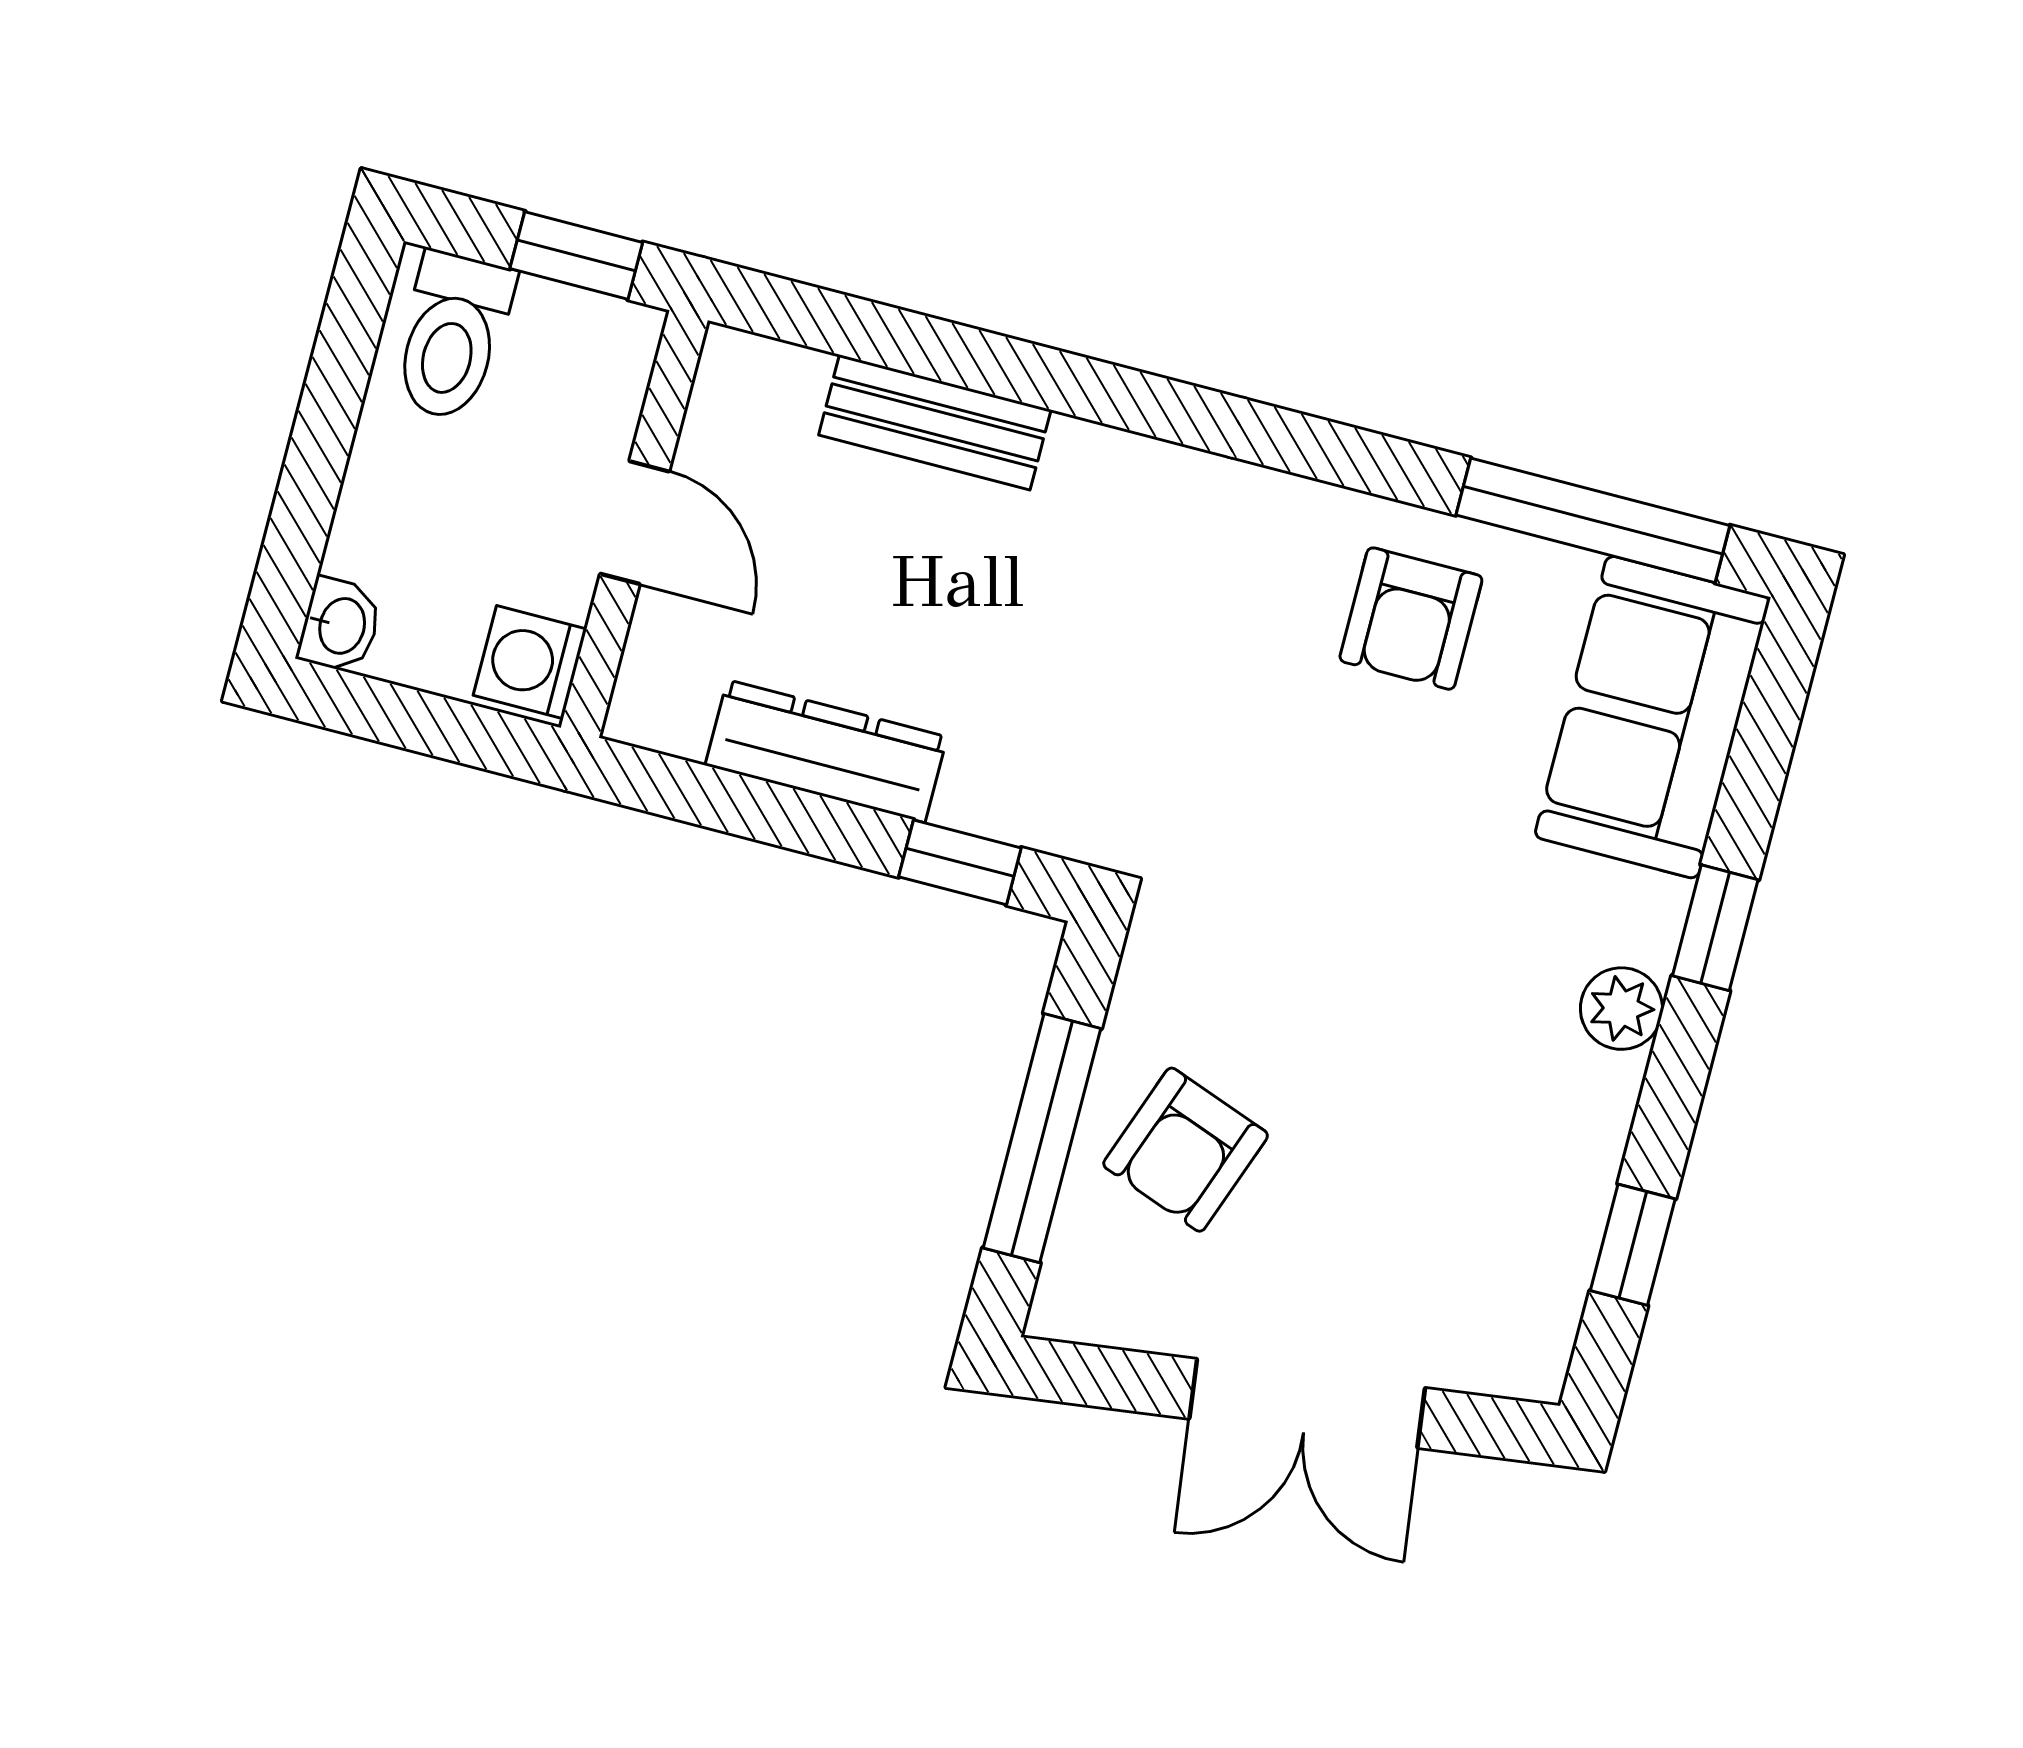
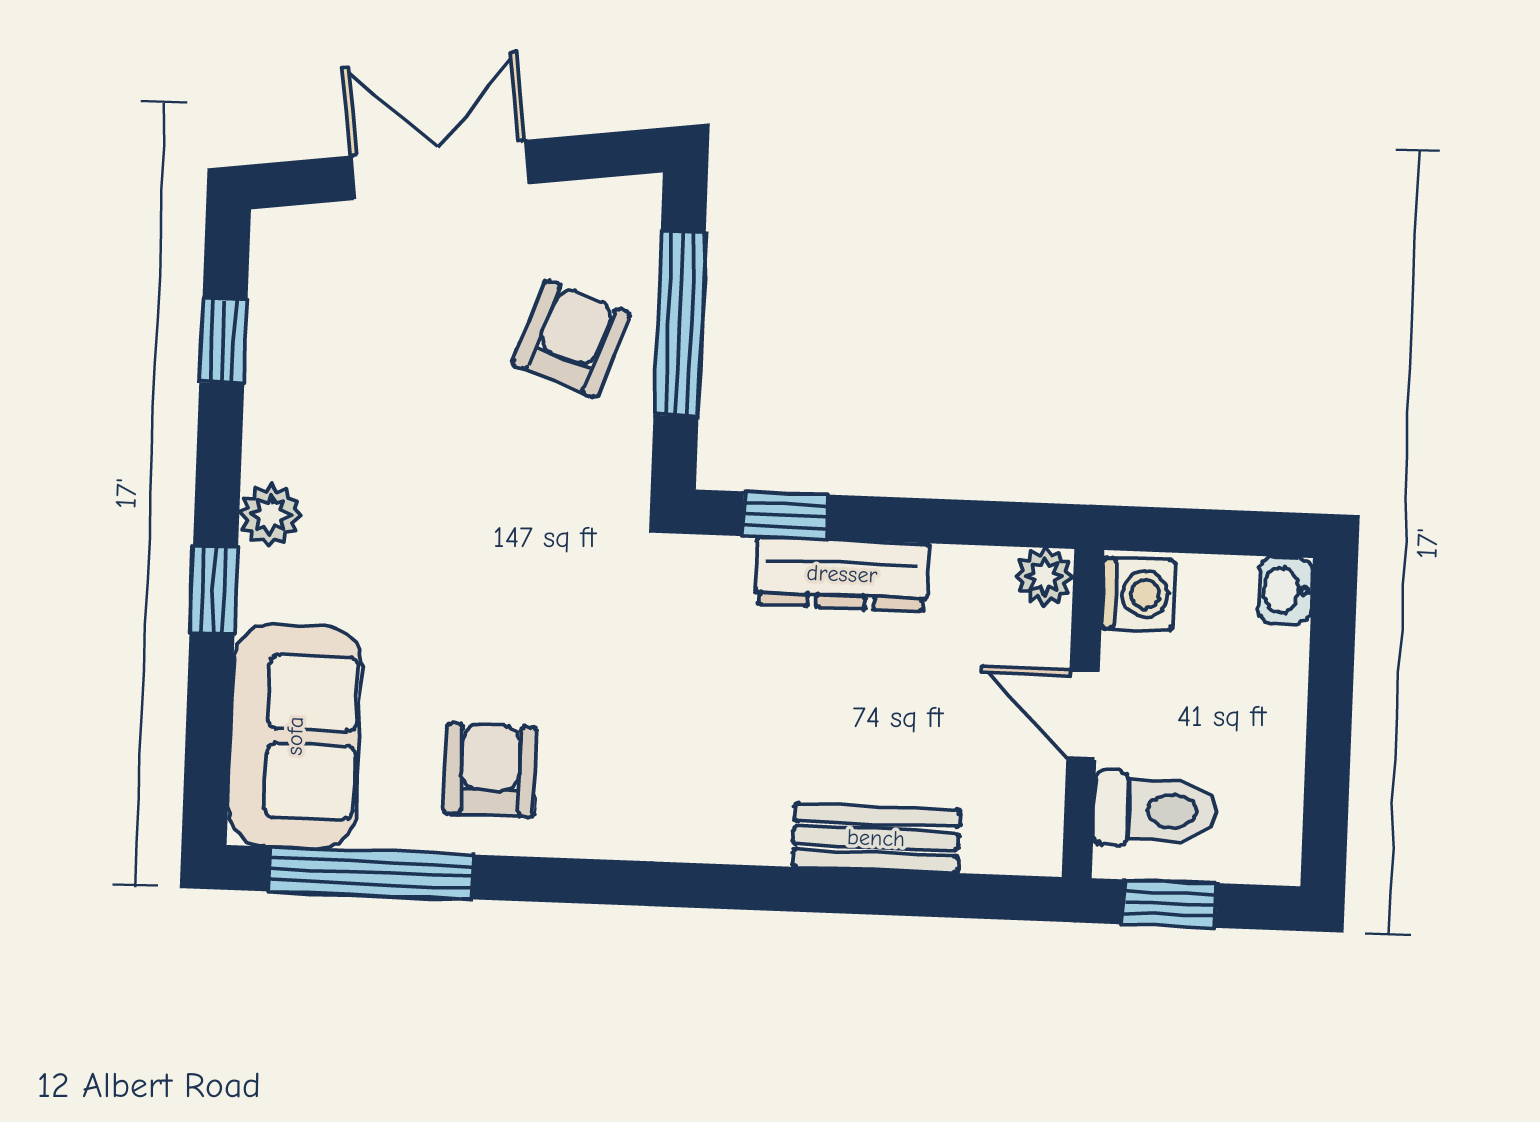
toilet: (452, 336) -> (1155, 810), moved, turned 90
plant: (645, 711) -> (1045, 576), added
dresser: (826, 751) -> (842, 574), moved

